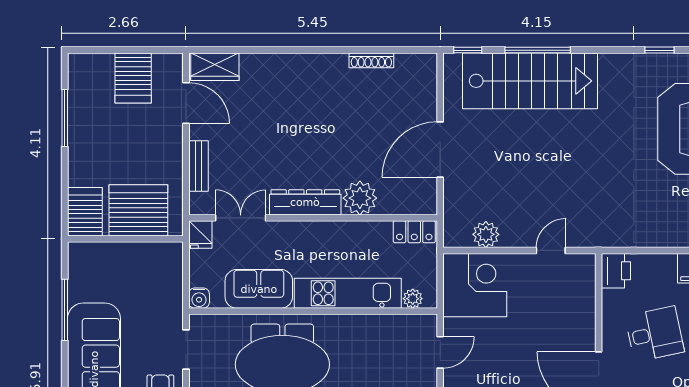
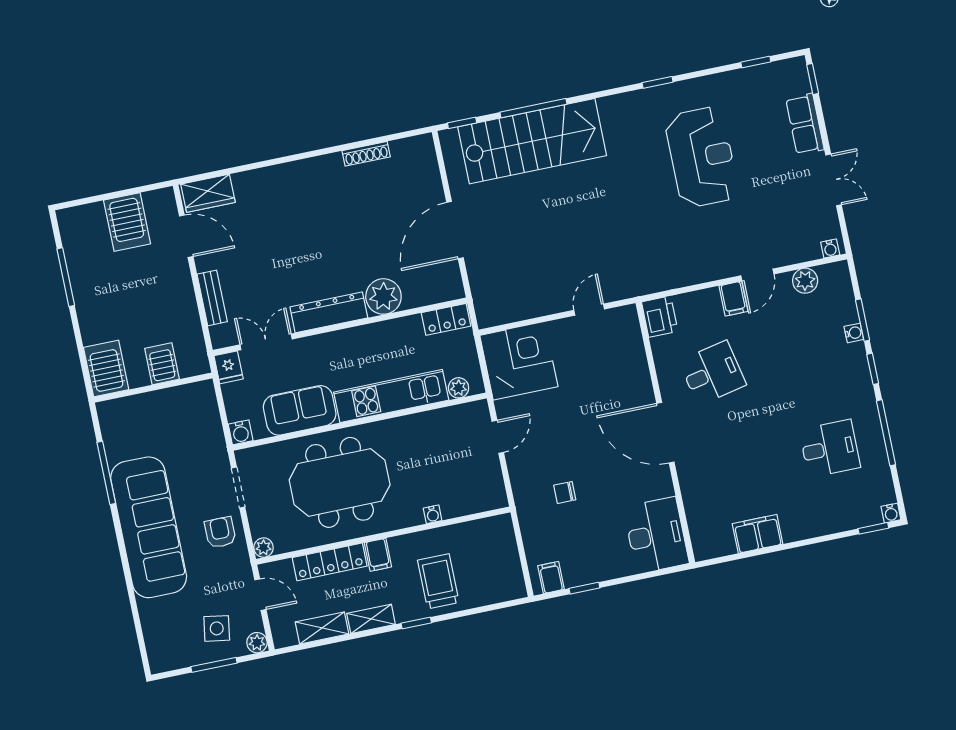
server rack: (138, 210) -> (162, 364), width x0.46, depth x0.70
plant: (486, 234) -> (520, 307), removed

